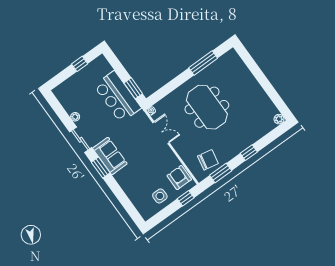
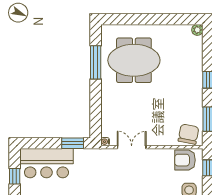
bar counter: (117, 97) -> (46, 163), moved
meeting table: (207, 107) -> (134, 60), moved
chair: (208, 160) -> (188, 134), moved

